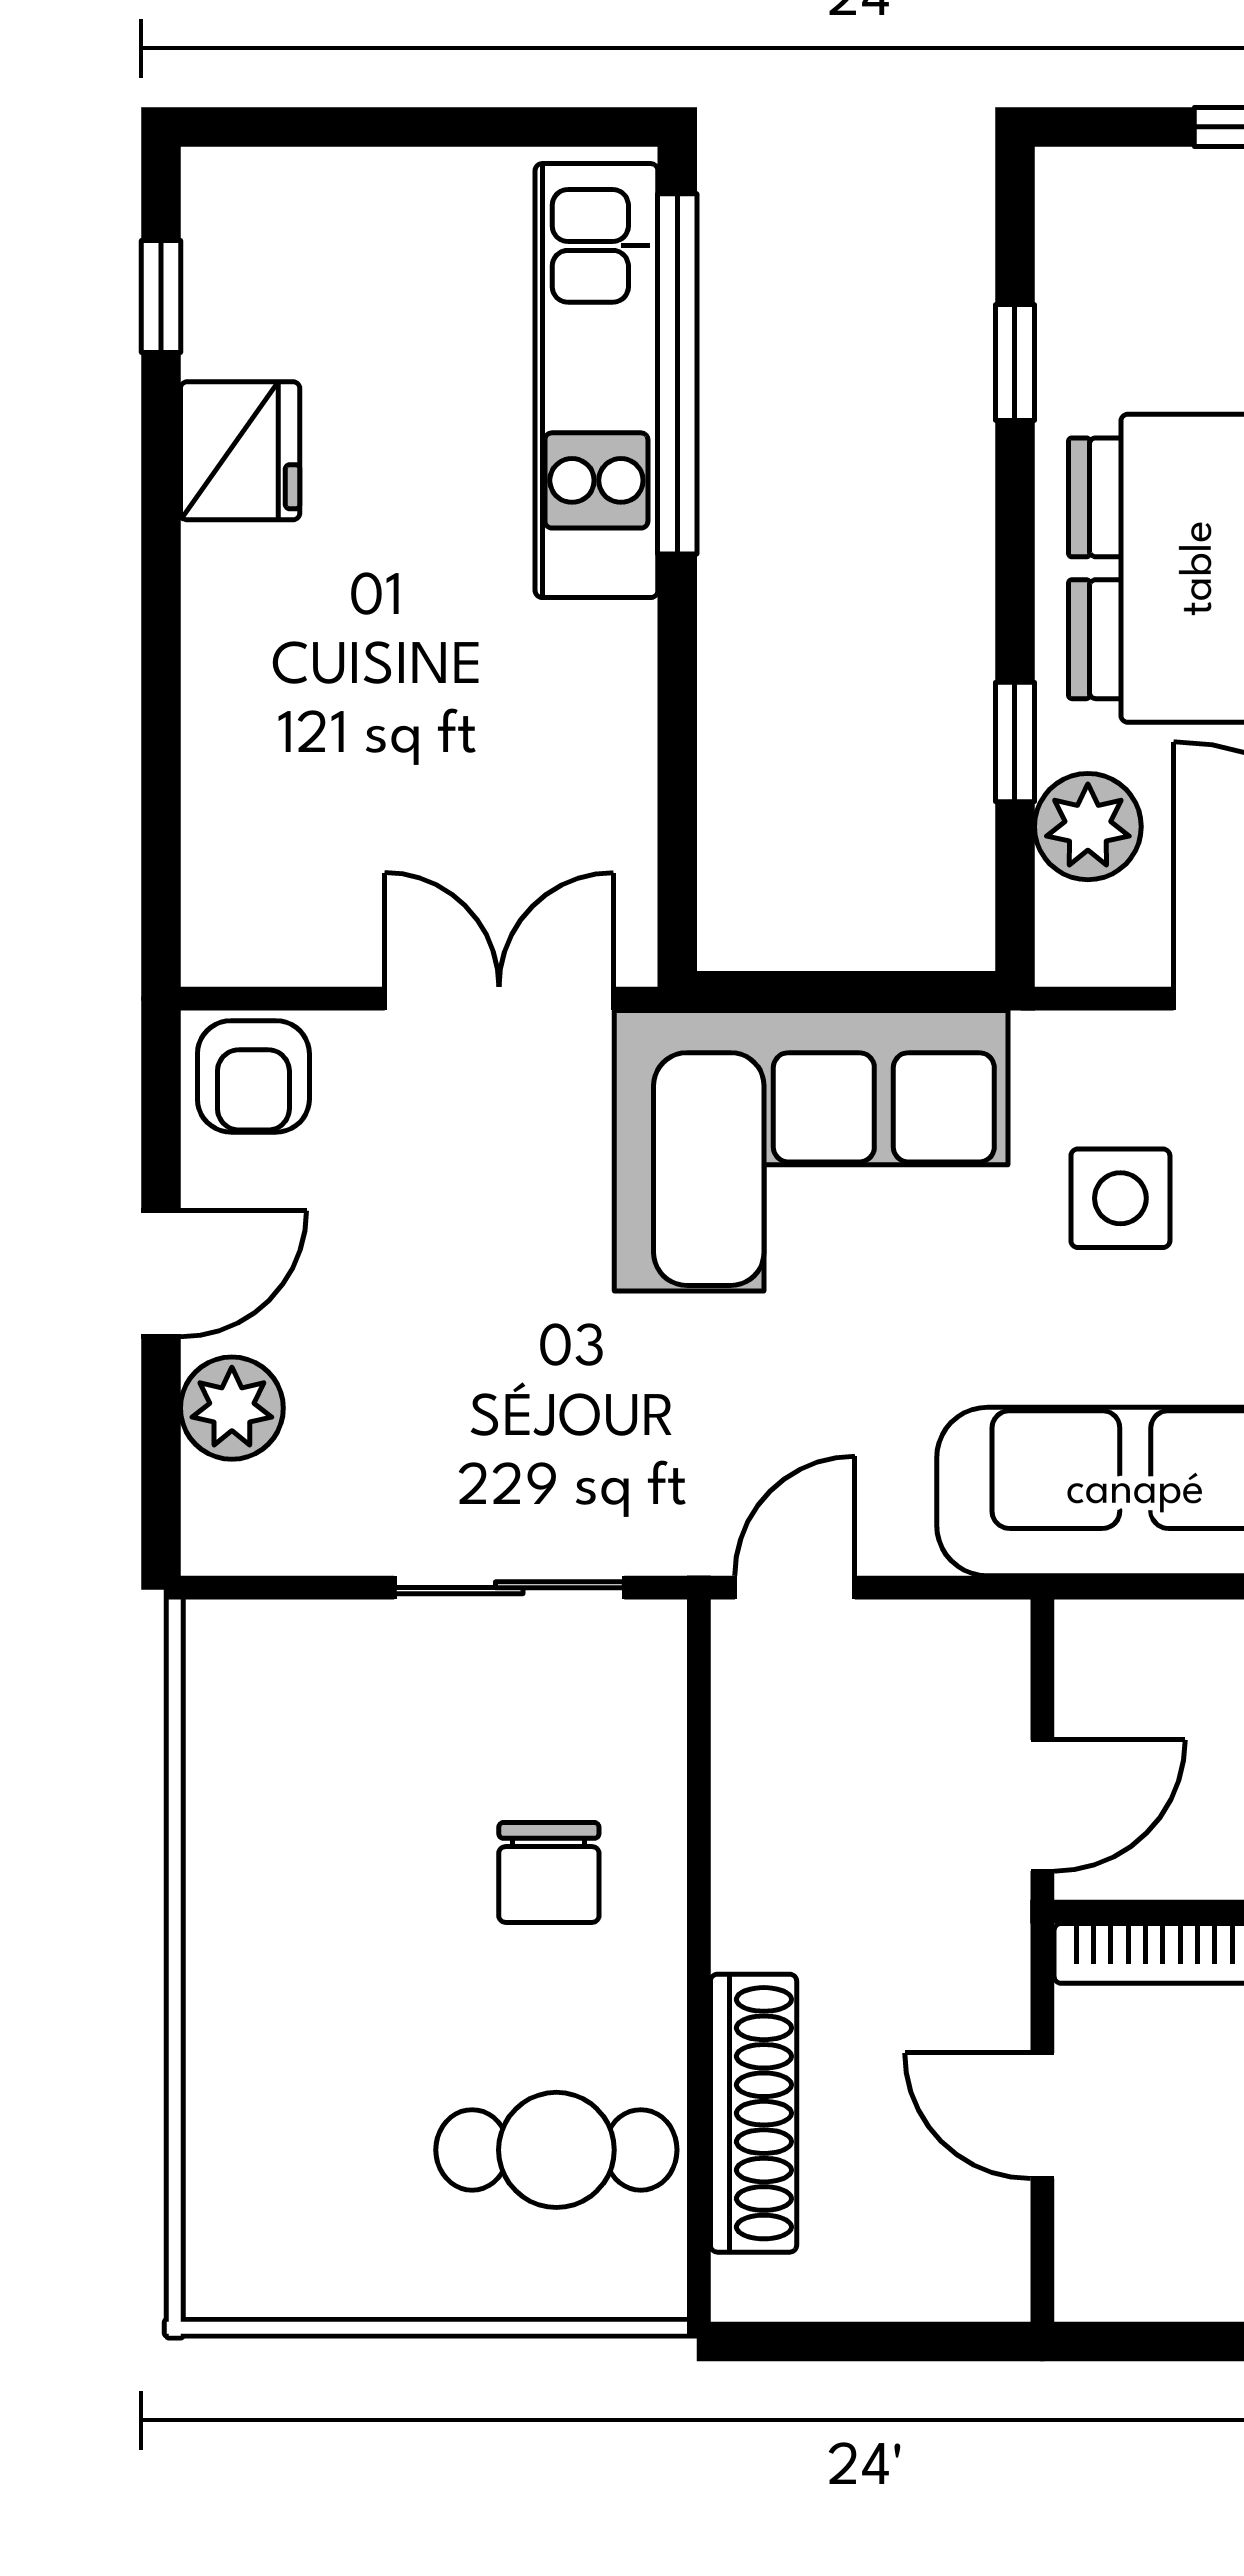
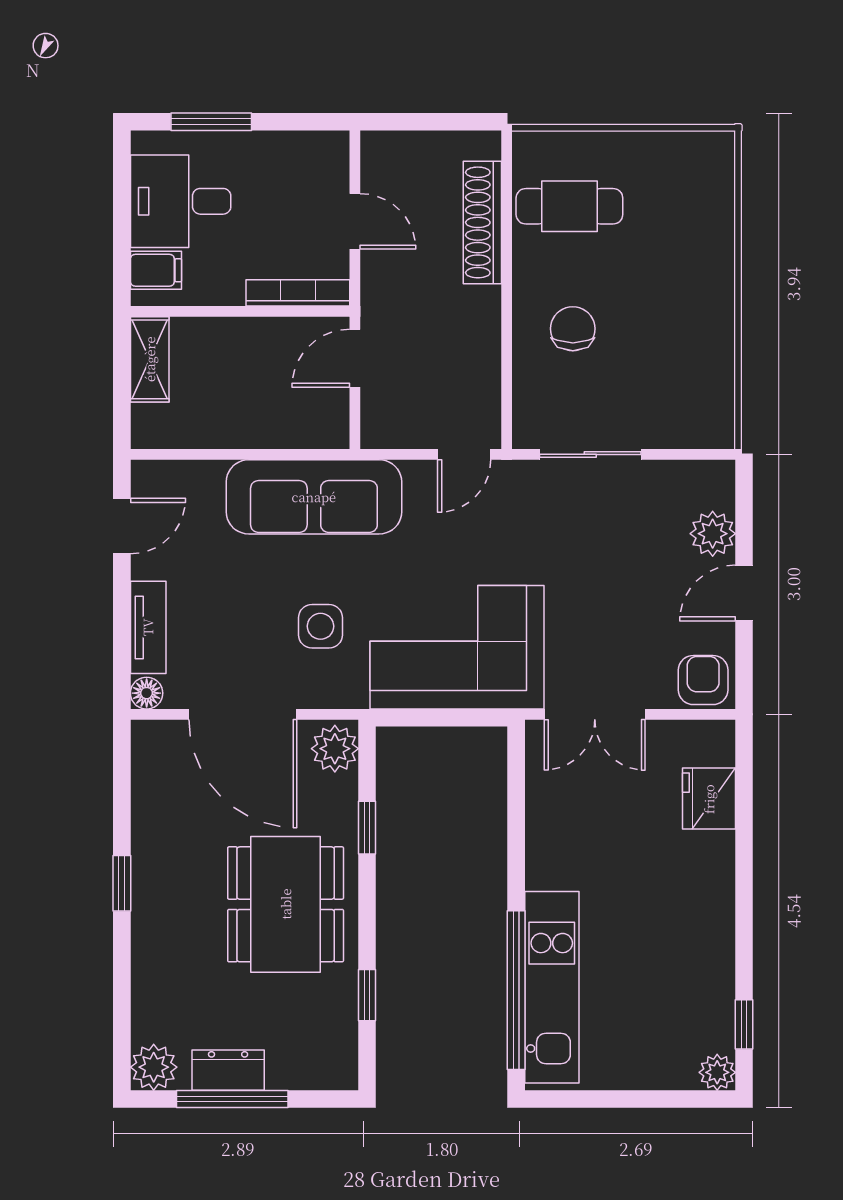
plant: (222, 188) -> (717, 1072), added
fridge: (240, 451) -> (709, 799), moved
plant: (1088, 827) -> (335, 749), moved

